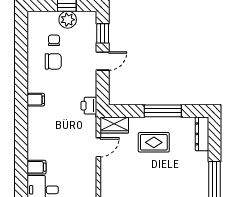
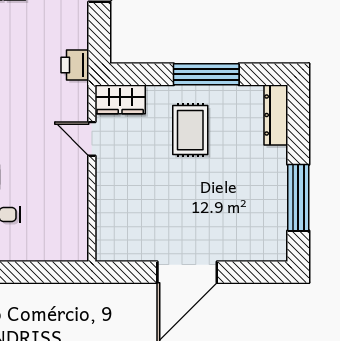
rug: (154, 142) -> (190, 130), turned 90
door: (98, 147) -> (92, 139), swing flipped

